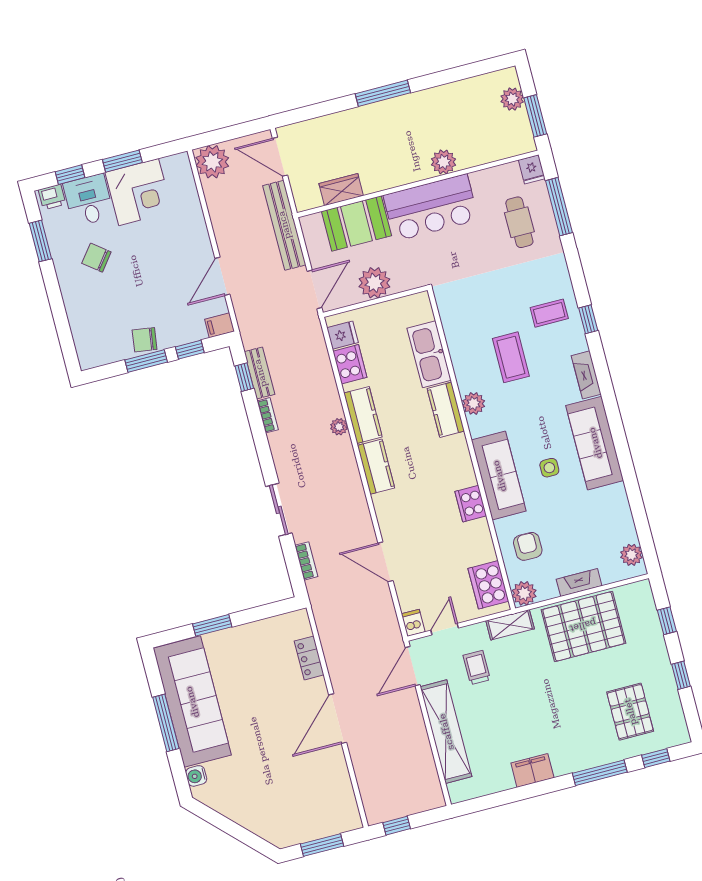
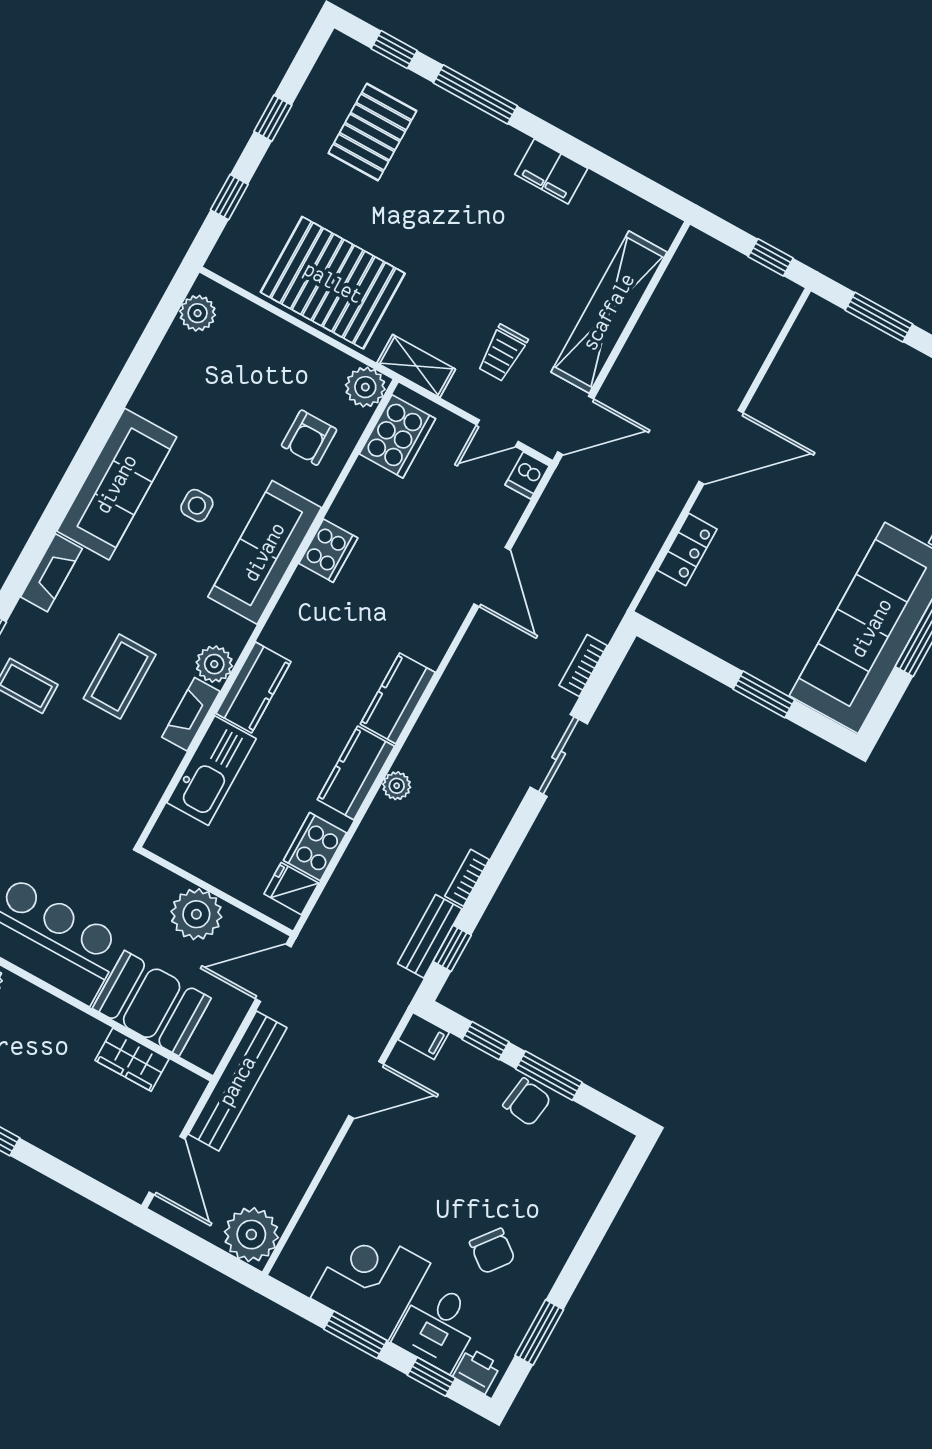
fireplace: (579, 582) -> (191, 714), moved, turned 90

